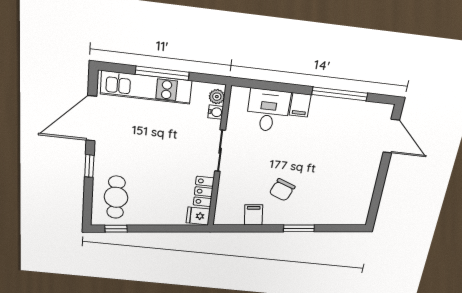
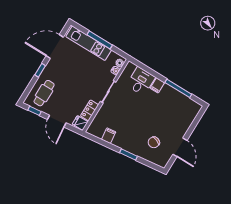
door: (391, 136) -> (180, 147), moved
chair: (282, 190) -> (154, 142), moved
door: (160, 229) -> (57, 121), added

